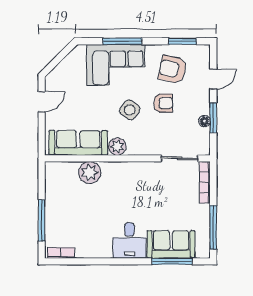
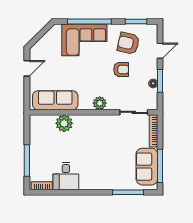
window: (122, 41) -> (89, 22), width x1.46
side table: (130, 110) -> (95, 75), removed
plant: (117, 147) -> (100, 103), moved
desk: (129, 240) -> (66, 176), moved
sofa: (171, 244) -> (147, 167), moved, turned -90

